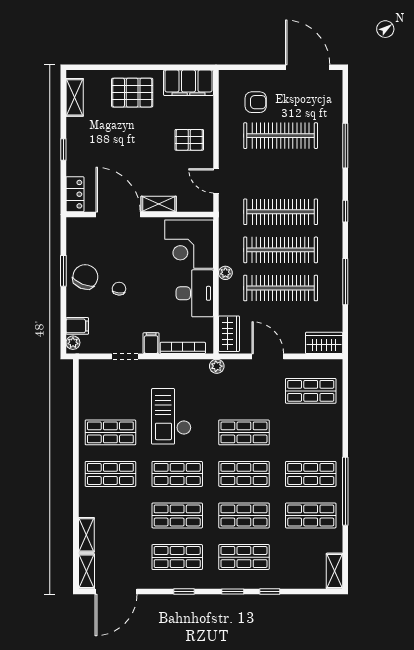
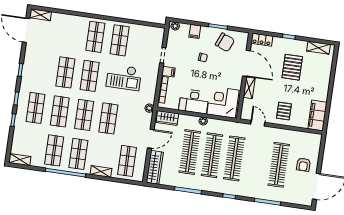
pallet: (132, 93) -> (292, 67), moved
armchair: (256, 102) -> (303, 165), moved
door: (216, 181) -> (258, 123), hinge flipped
door: (118, 214) -> (246, 63), hinge flipped
chair: (85, 277) -> (225, 42), moved
filing cabinet: (77, 326) -> (195, 31), moved
wardrobe: (324, 343) -> (155, 167), width x1.50
checkout: (171, 416) -> (124, 77), turned 180
shelving: (86, 535) -> (101, 172), moved
shop shelf: (177, 557) -> (41, 69), removed

